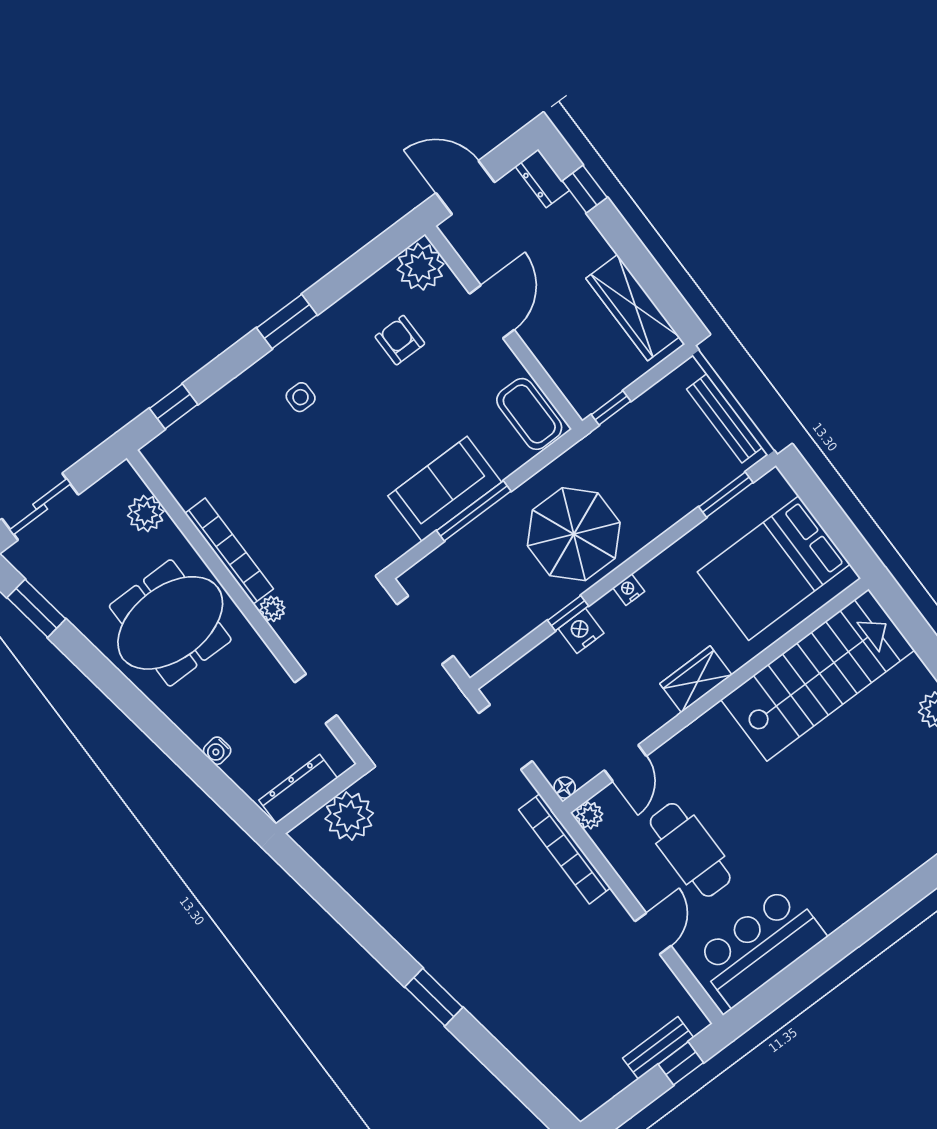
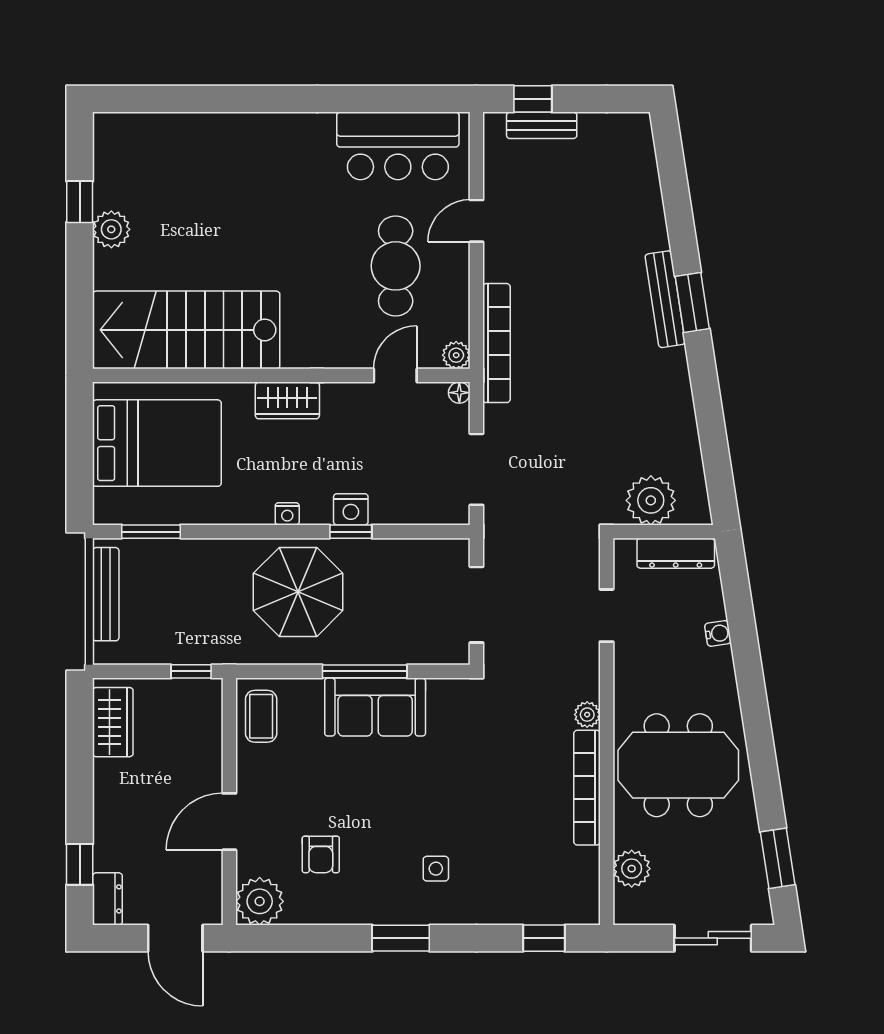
wardrobe: (633, 308) -> (113, 722), width x0.67
coffee table: (529, 414) -> (261, 716), width x0.73, depth x0.77
bench: (457, 984) -> (665, 299), added

